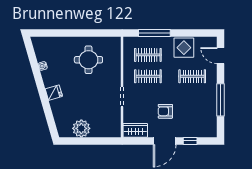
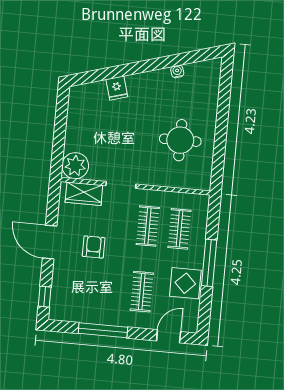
window: (154, 33) -> (209, 263), moved
fridge: (54, 93) -> (117, 88), moved
plant: (81, 128) -> (75, 166), moved
wardrobe: (135, 130) -> (84, 194), moved, turned 90
window: (190, 141) -> (45, 297), moved

